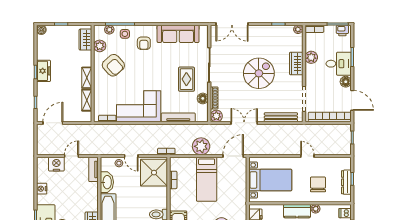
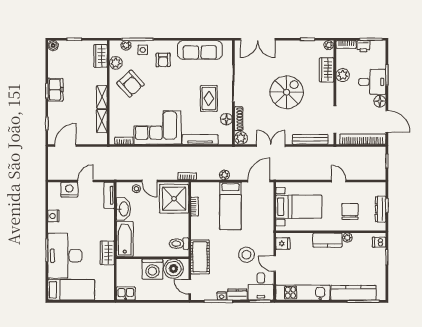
printer: (342, 30) -> (363, 46), moved
wardrobe: (296, 63) -> (327, 70), moved
plant: (201, 146) -> (225, 175), width x0.53, depth x0.53

